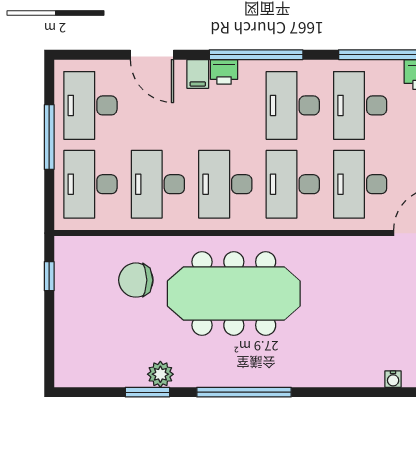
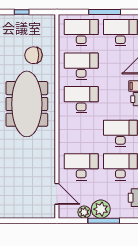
desk: (293, 184) -> (81, 133), removed
window: (49, 276) -> (22, 12), moved
chair: (136, 280) -> (33, 55), turned -90

